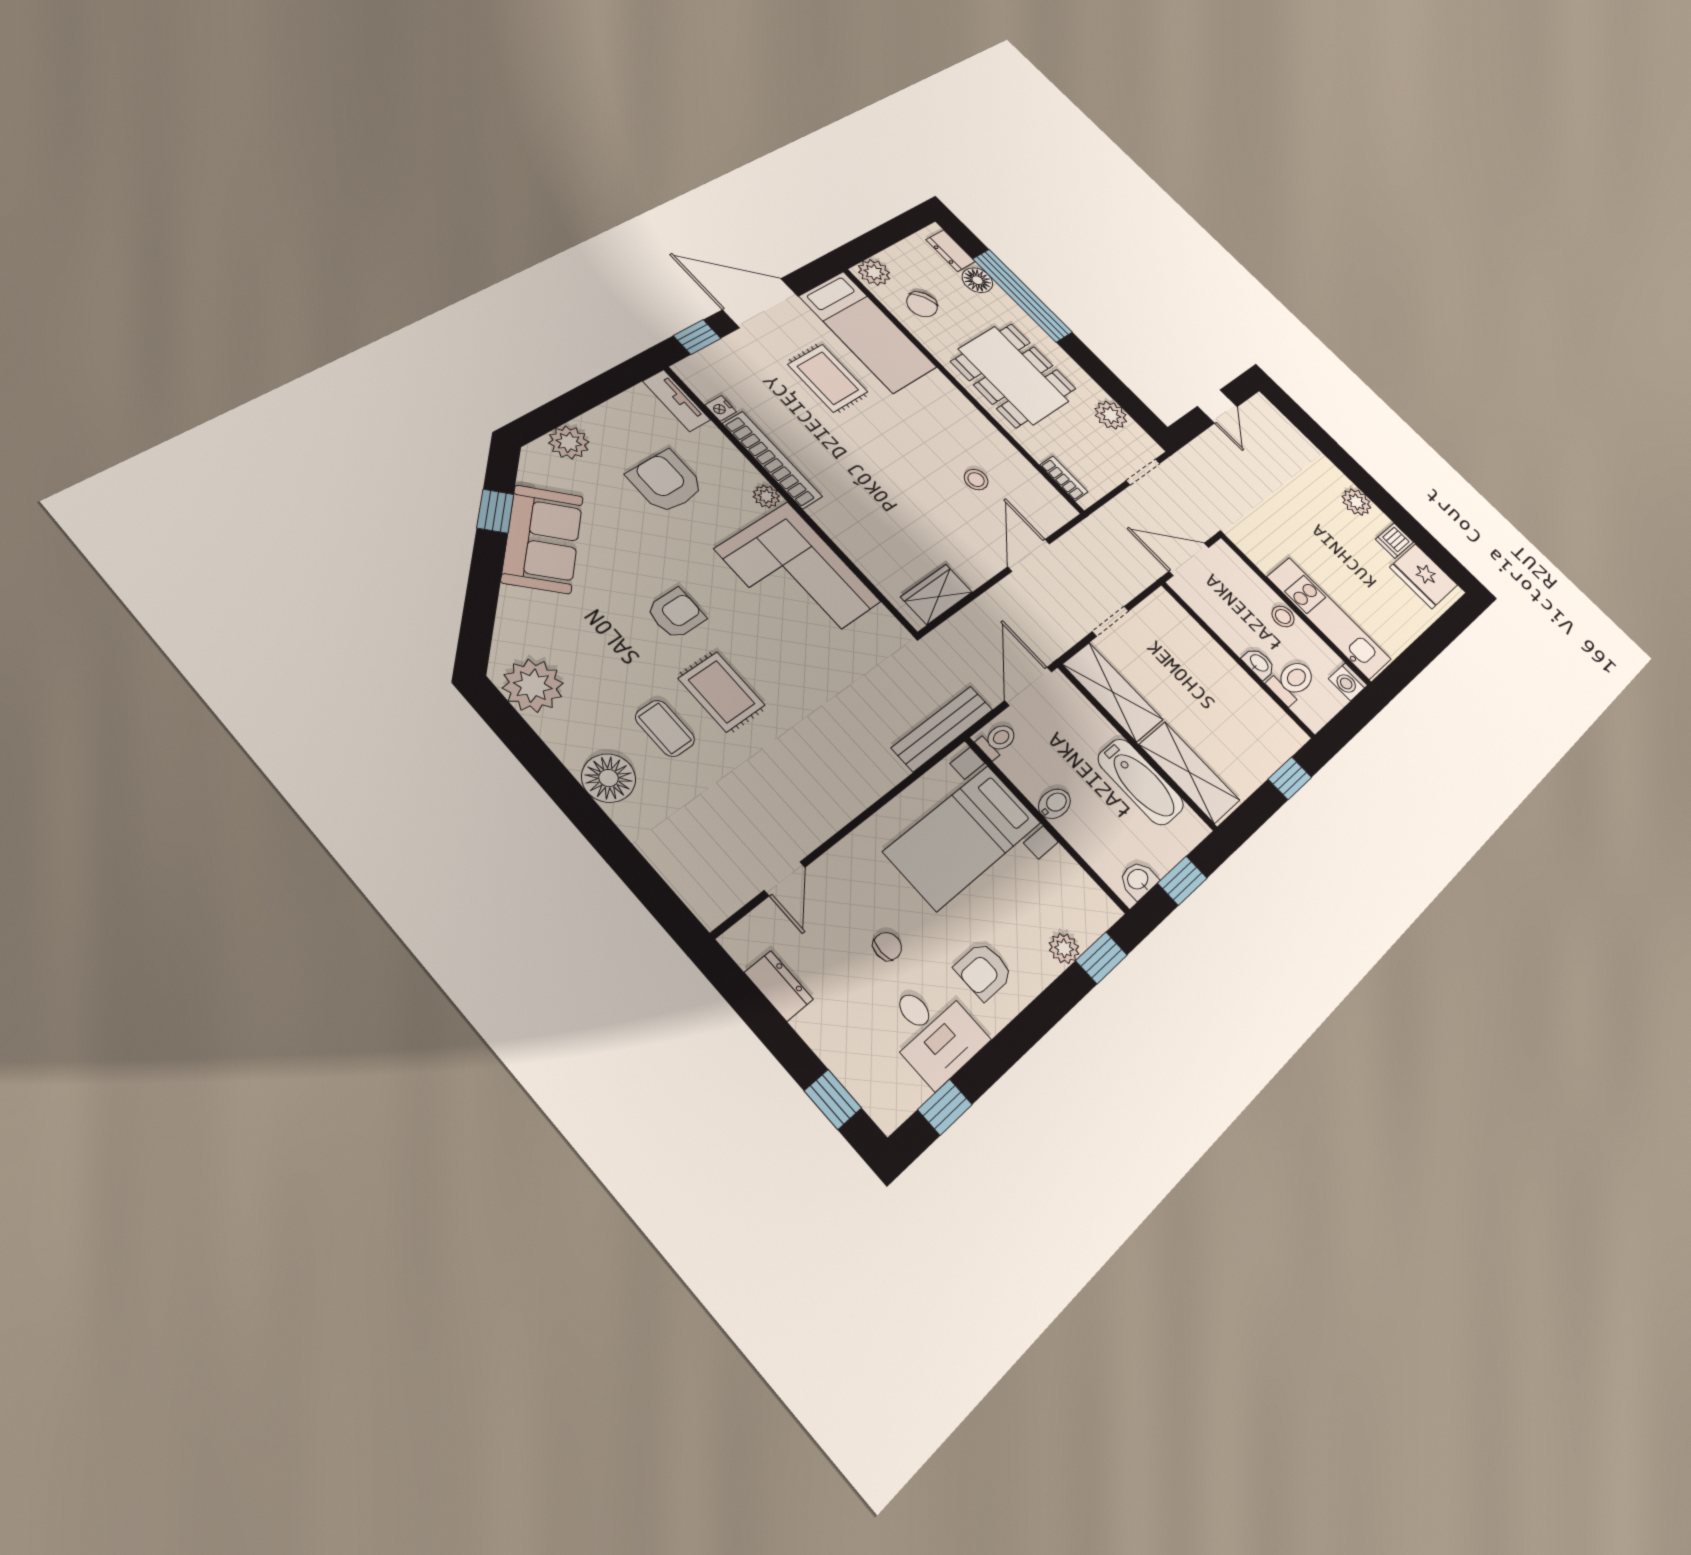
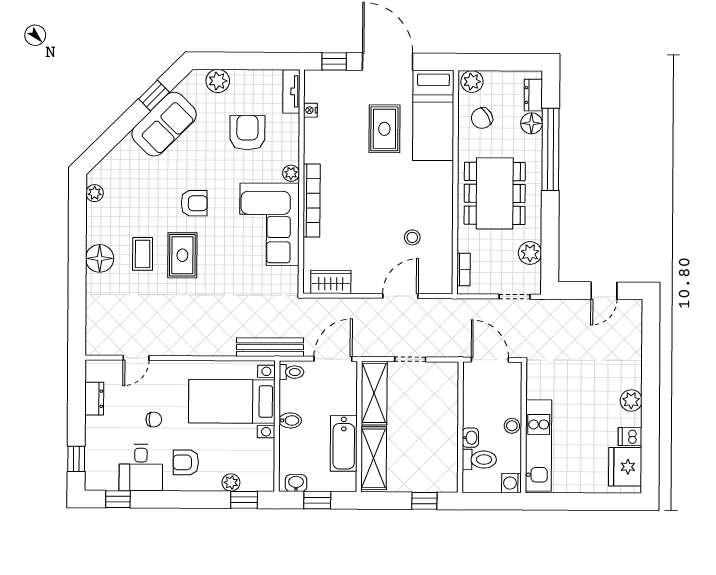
bookcase: (772, 460) -> (312, 200), moved
plant: (533, 686) -> (95, 193), width x0.53, depth x0.53

